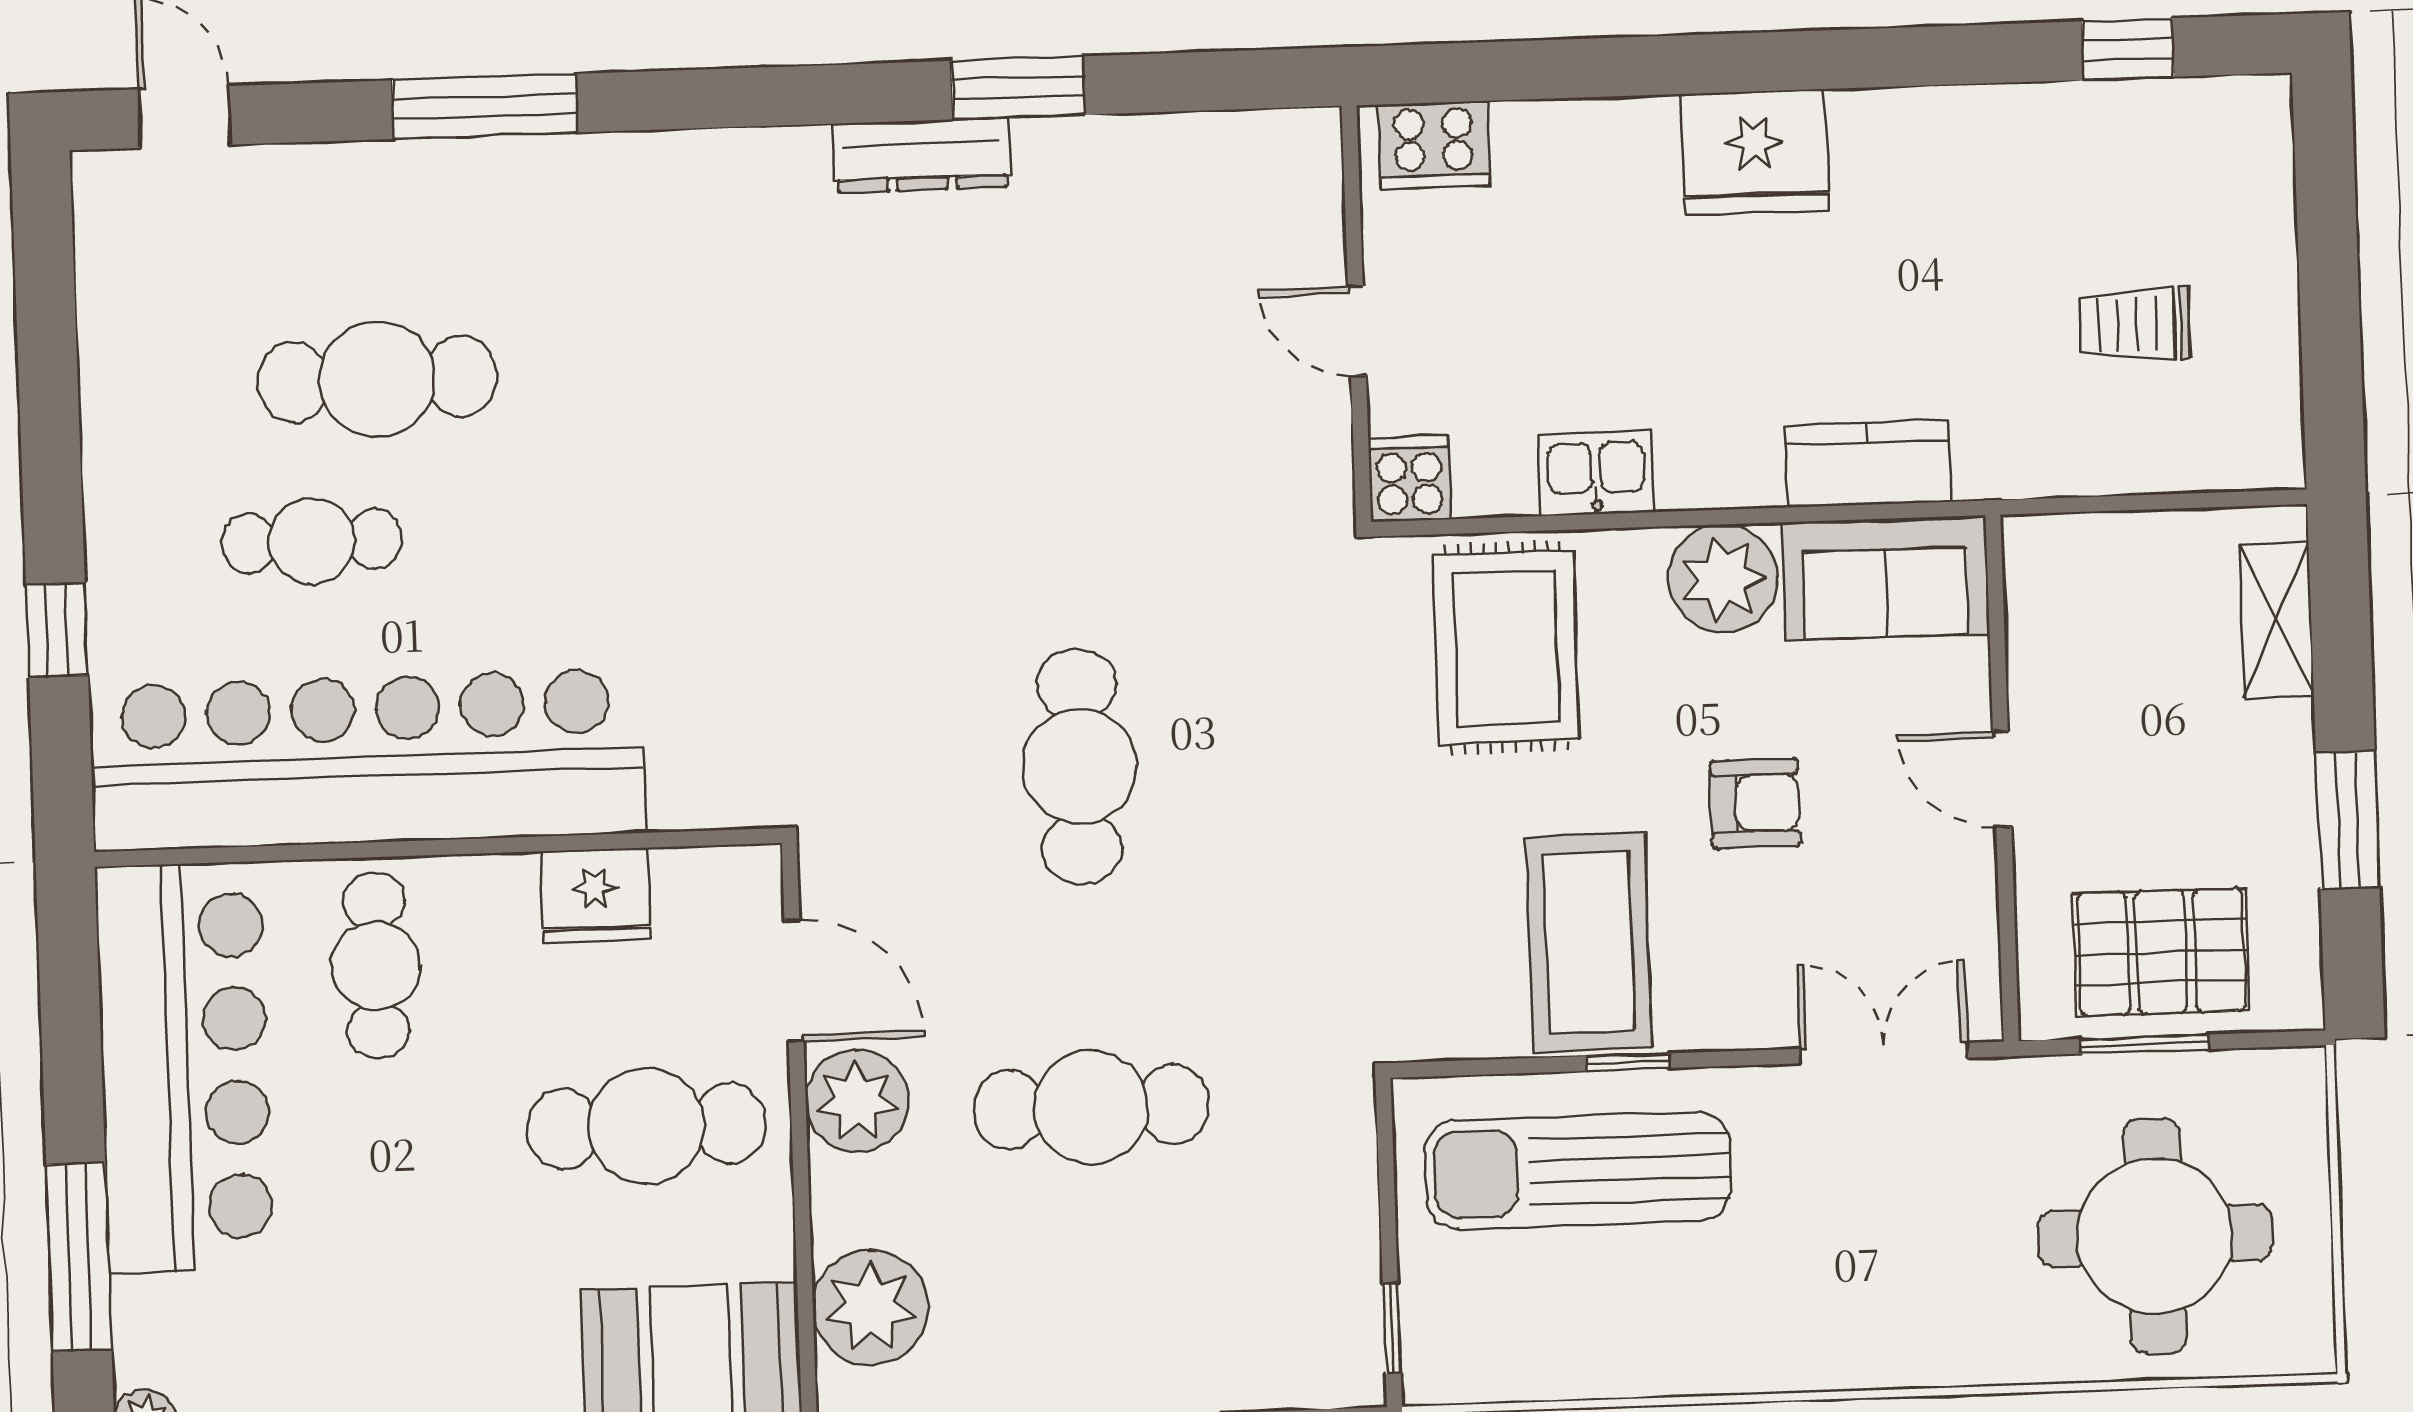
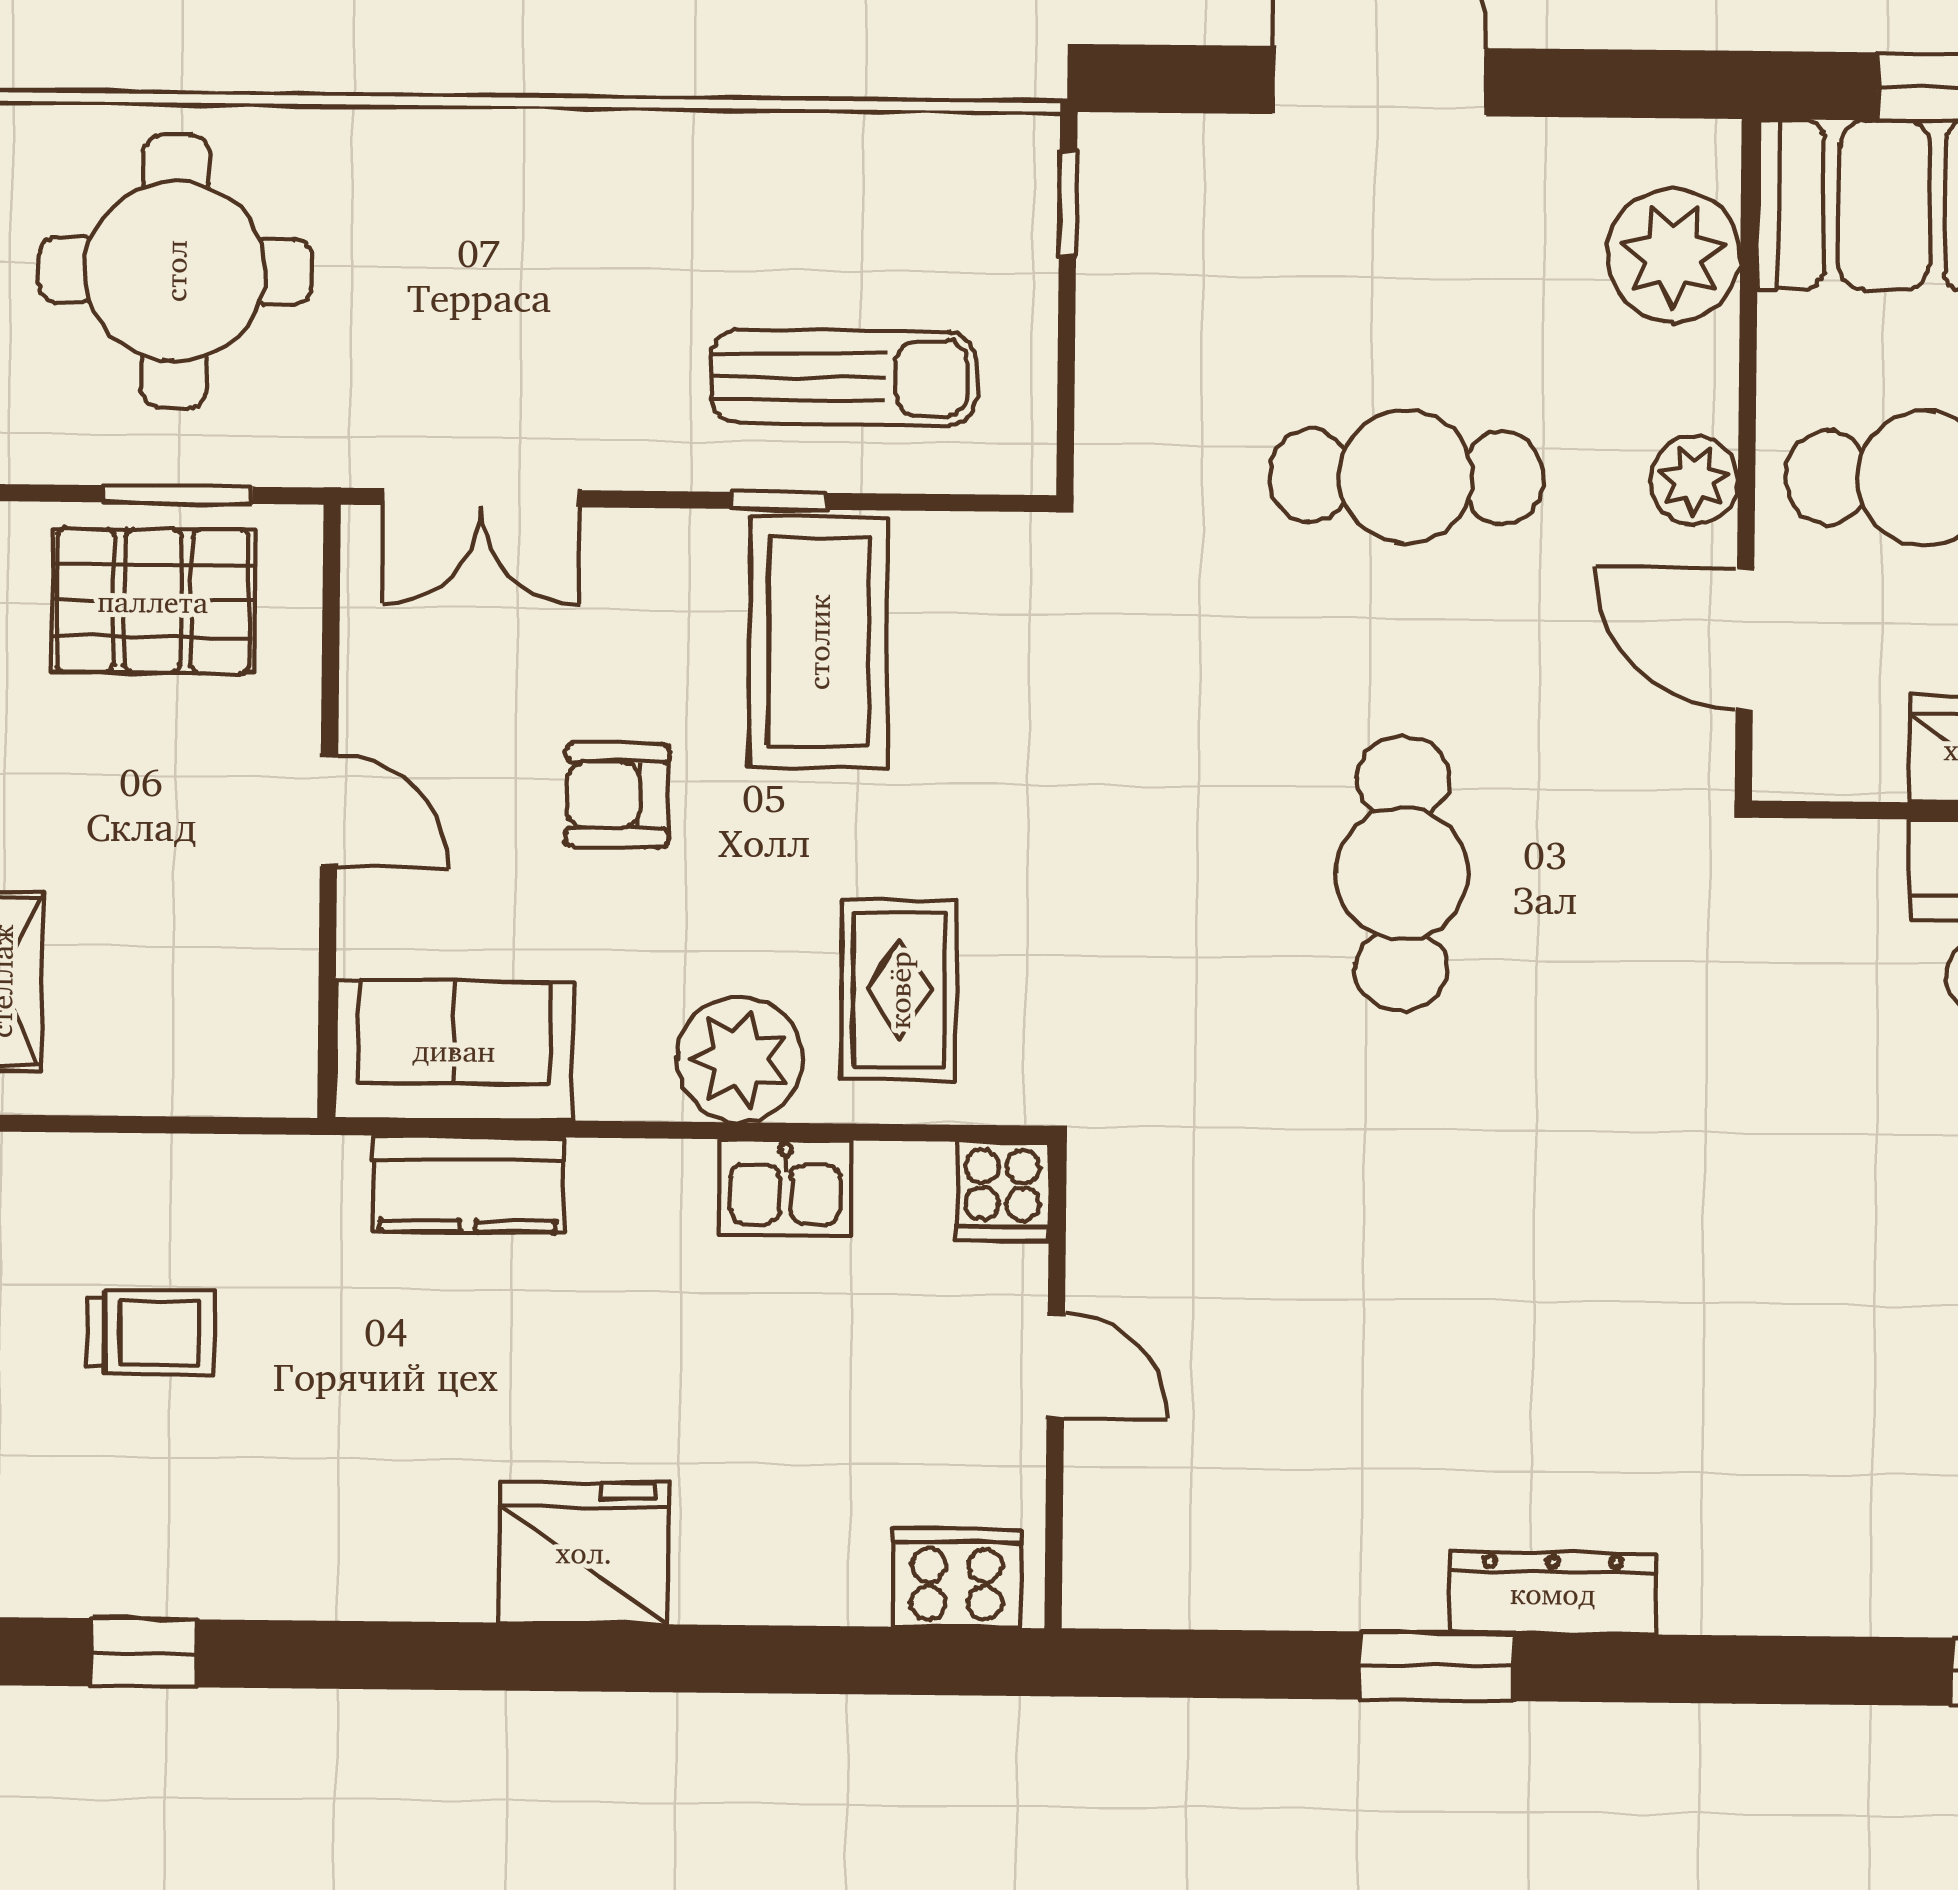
plant: (1723, 579) -> (740, 1059), moved
rug: (1506, 647) -> (899, 990), width x0.73, depth x0.70
plant: (857, 1101) -> (1694, 480), width x0.73, depth x0.73
sun lounger: (1578, 1170) -> (843, 377), width x0.73, depth x0.75

